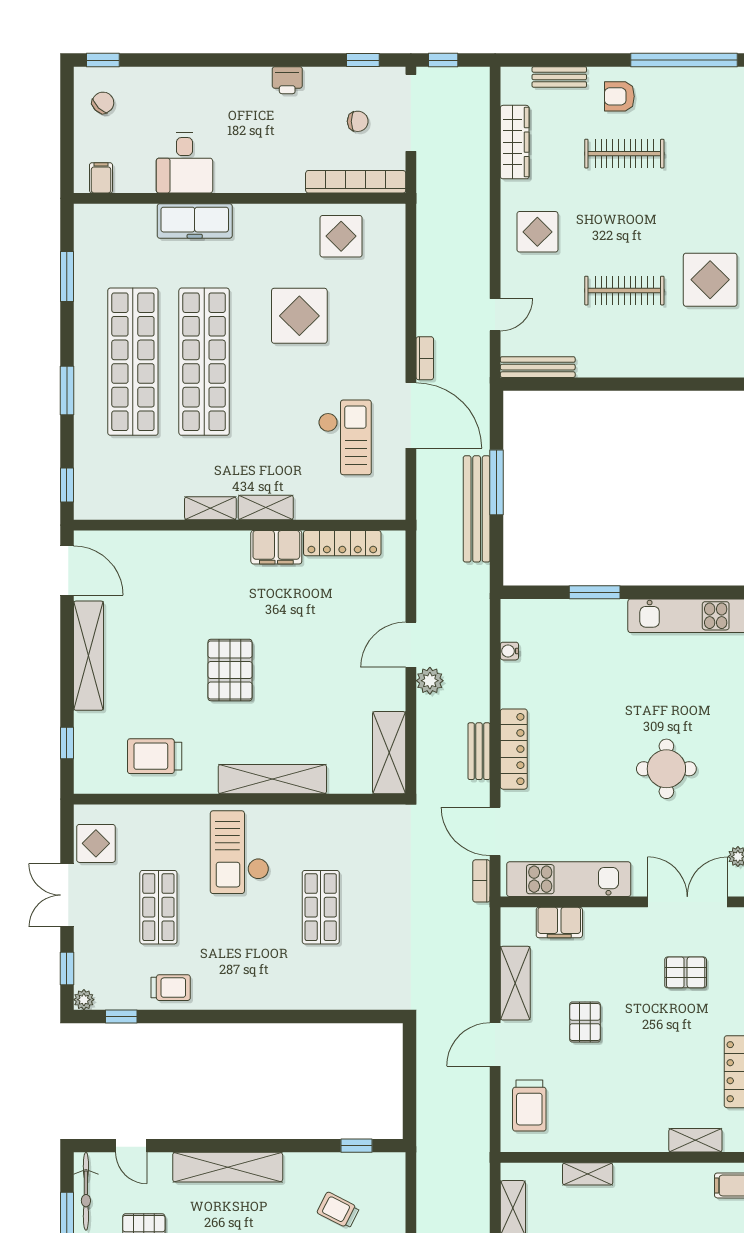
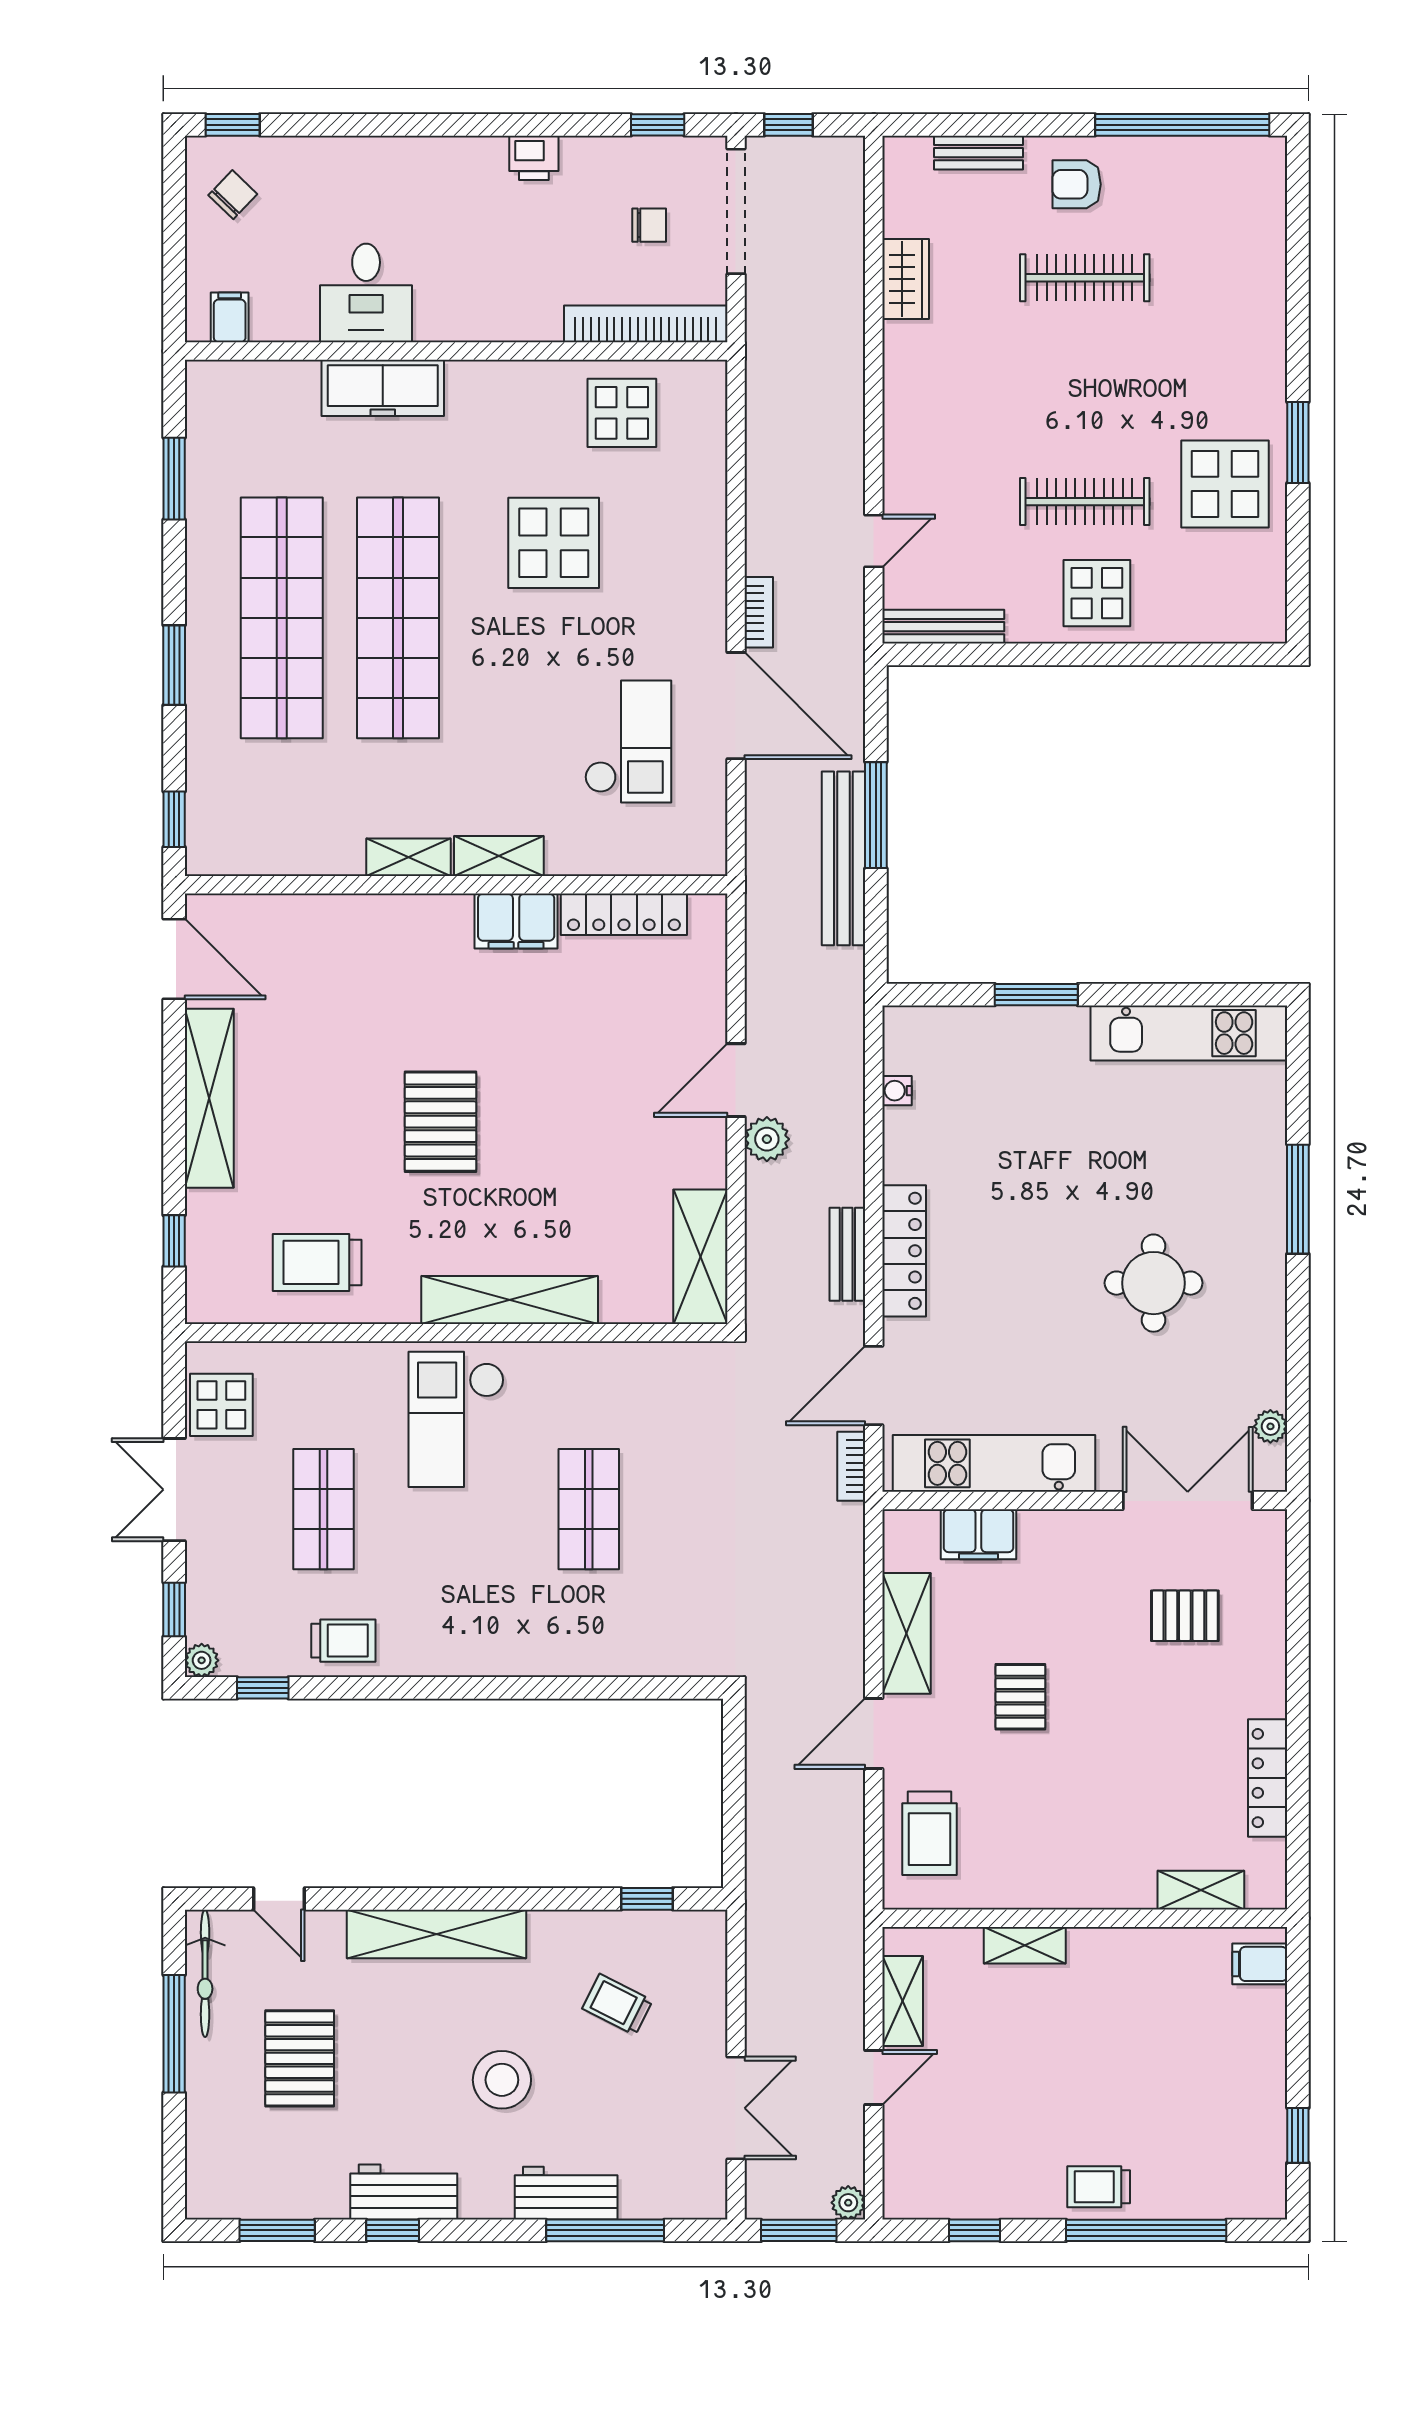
wardrobe: (515, 142) -> (906, 279), width x0.67
display table: (537, 232) -> (1097, 593), moved
door: (495, 831) -> (874, 1385), hinge flipped

